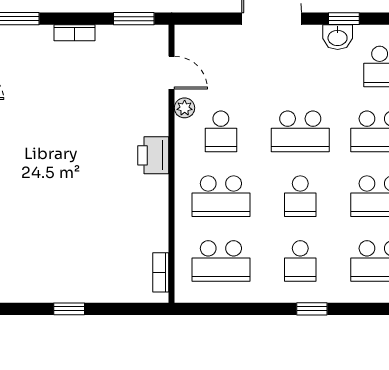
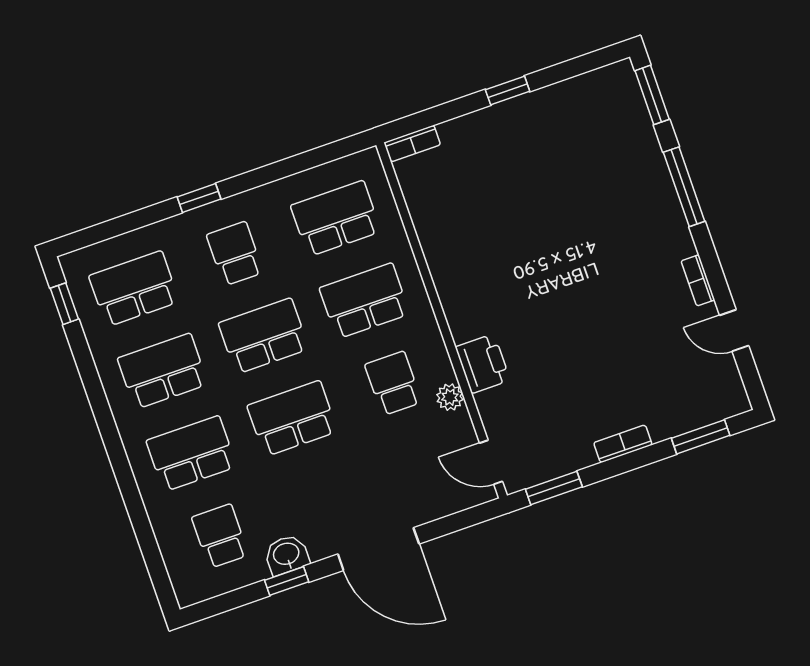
door: (172, 73) -> (491, 462), moved
printer: (153, 155) -> (483, 364), moved
school desk: (300, 196) -> (264, 336), width x1.85
bookcase: (161, 272) -> (412, 144), moved, turned 90

